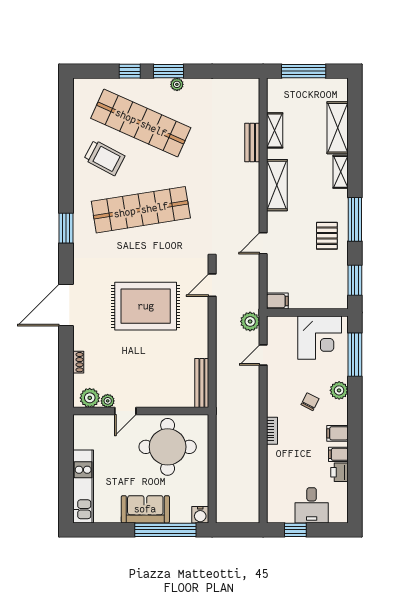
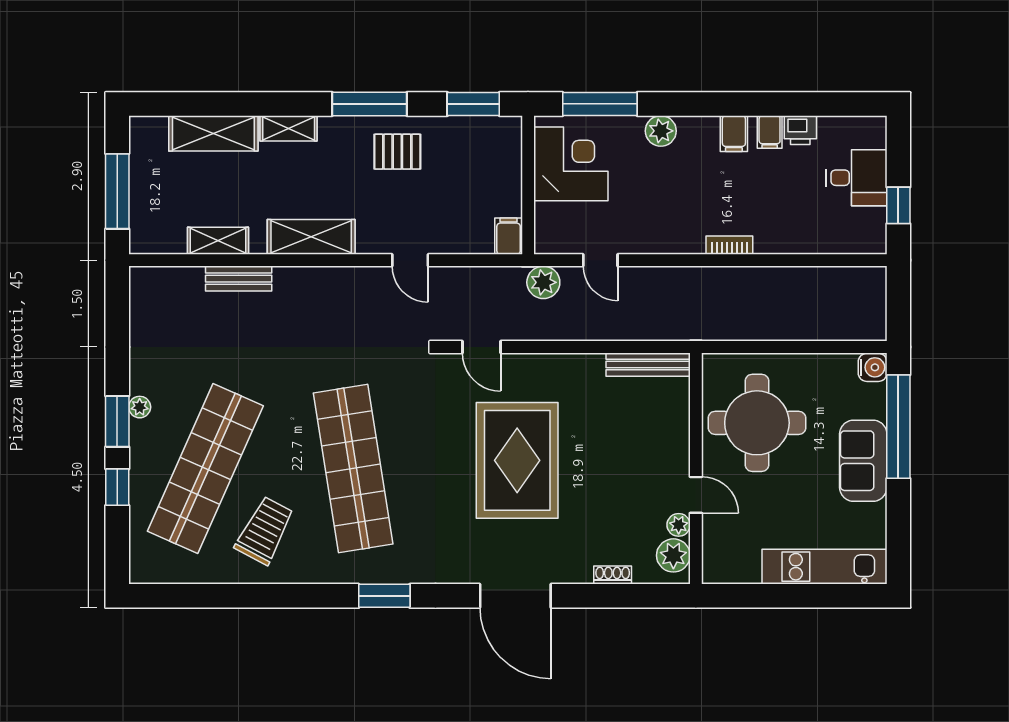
chair: (310, 402) -> (680, 180), removed

